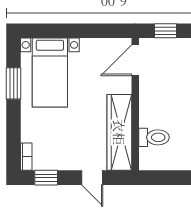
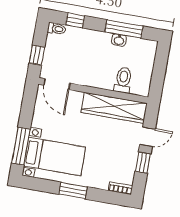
window: (55, 31) -> (21, 146), added
window: (14, 83) -> (73, 191), moved
window: (46, 178) -> (143, 163), moved

